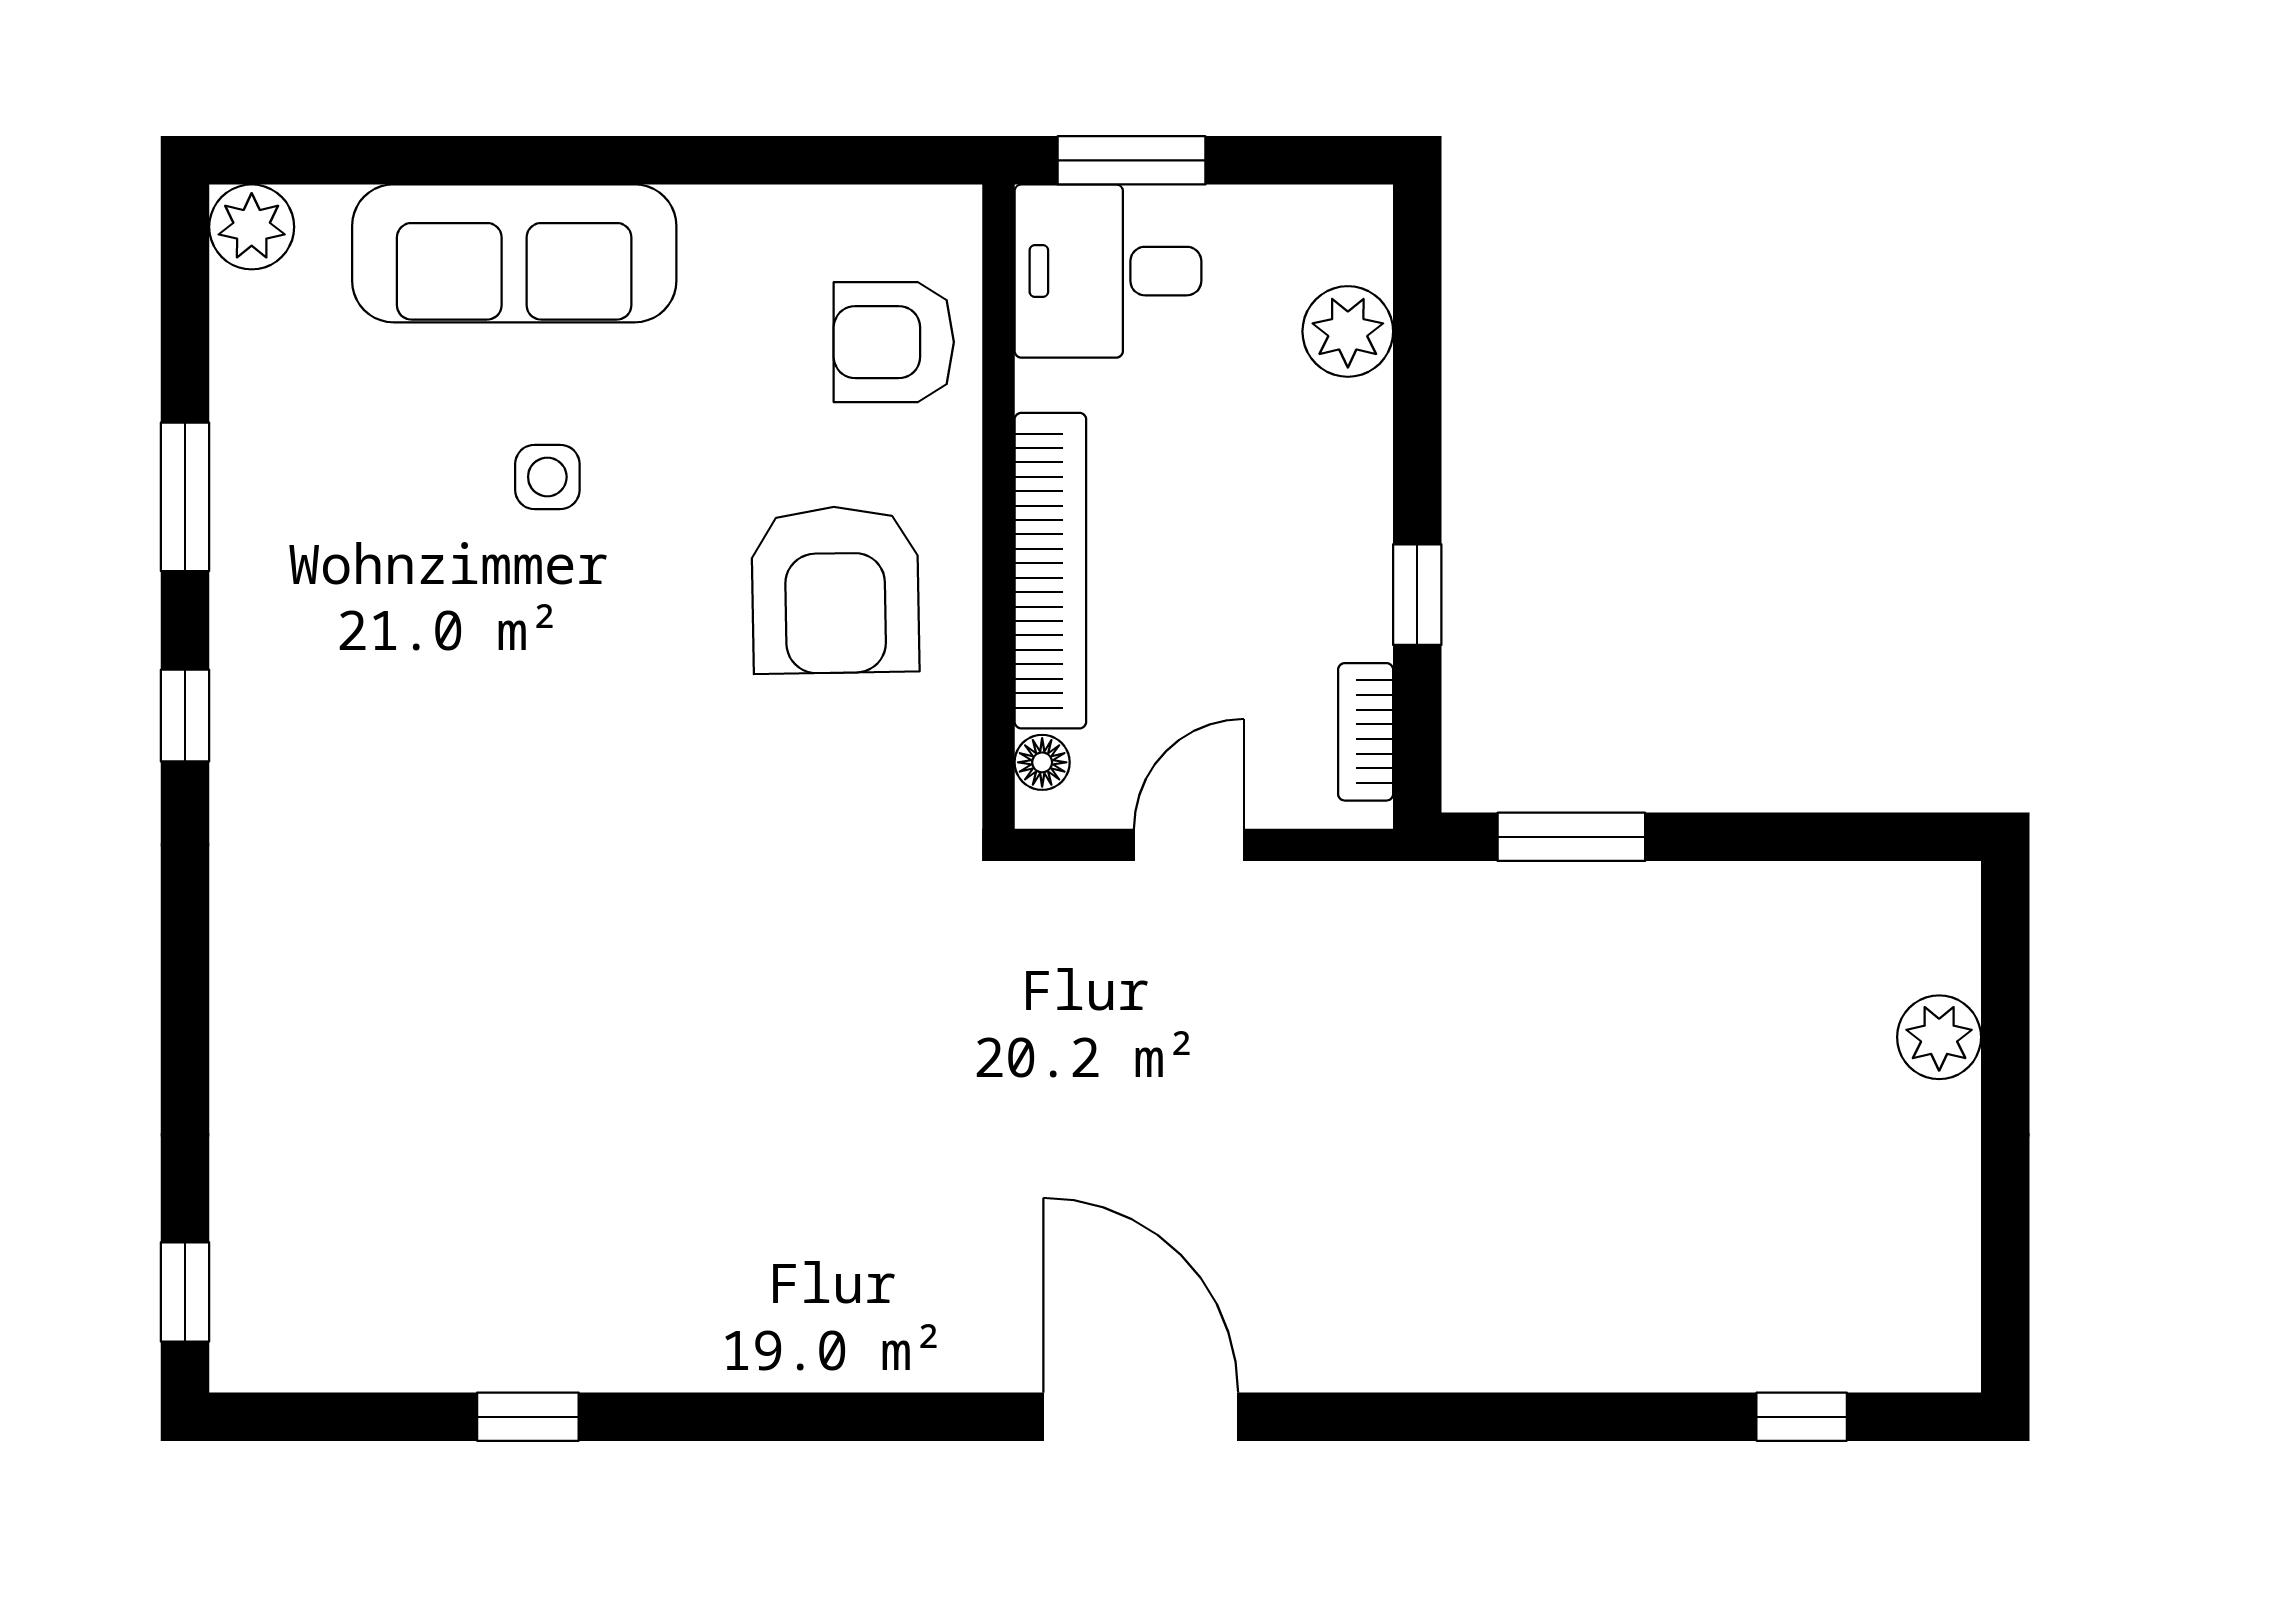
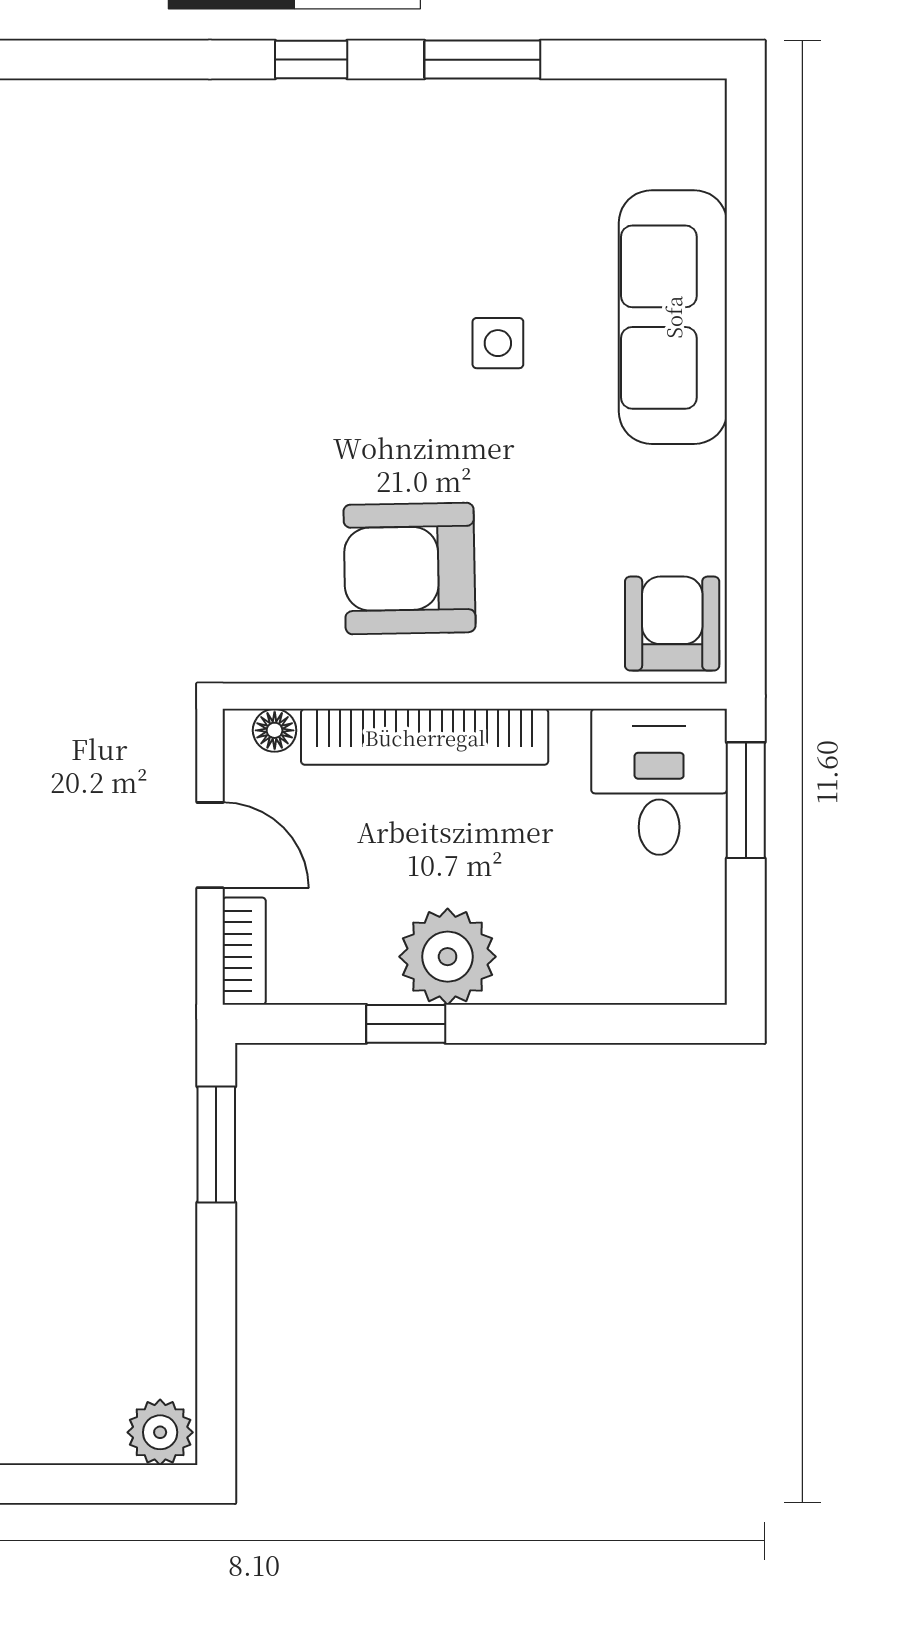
plant: (252, 227) -> (694, 112), removed
plant: (1348, 331) -> (448, 957), moved, width x1.36, depth x1.36
armchair: (894, 342) -> (672, 624), moved
bookcase: (1366, 732) -> (244, 951), moved, turned 90
plant: (1939, 1037) -> (160, 1432), moved

